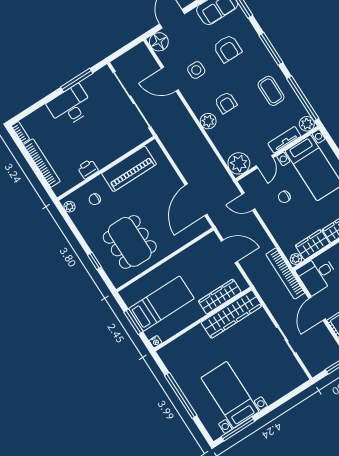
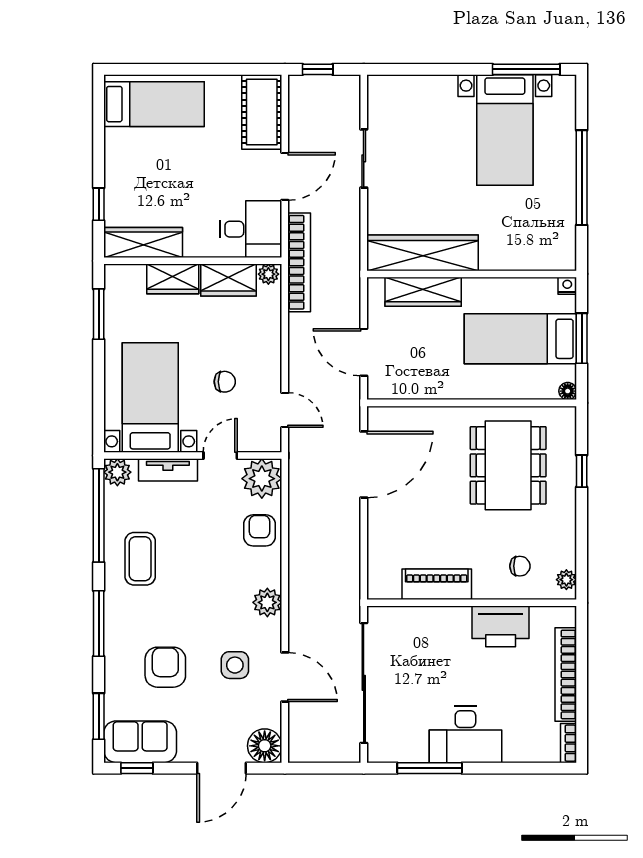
armchair: (226, 103) -> (260, 530), moved
plant: (208, 121) -> (267, 602), moved
printer: (88, 169) -> (501, 626), width x1.87, depth x1.48
piano: (129, 169) -> (437, 584), width x0.73, depth x0.75
floor lamp: (124, 294) -> (568, 391), added

